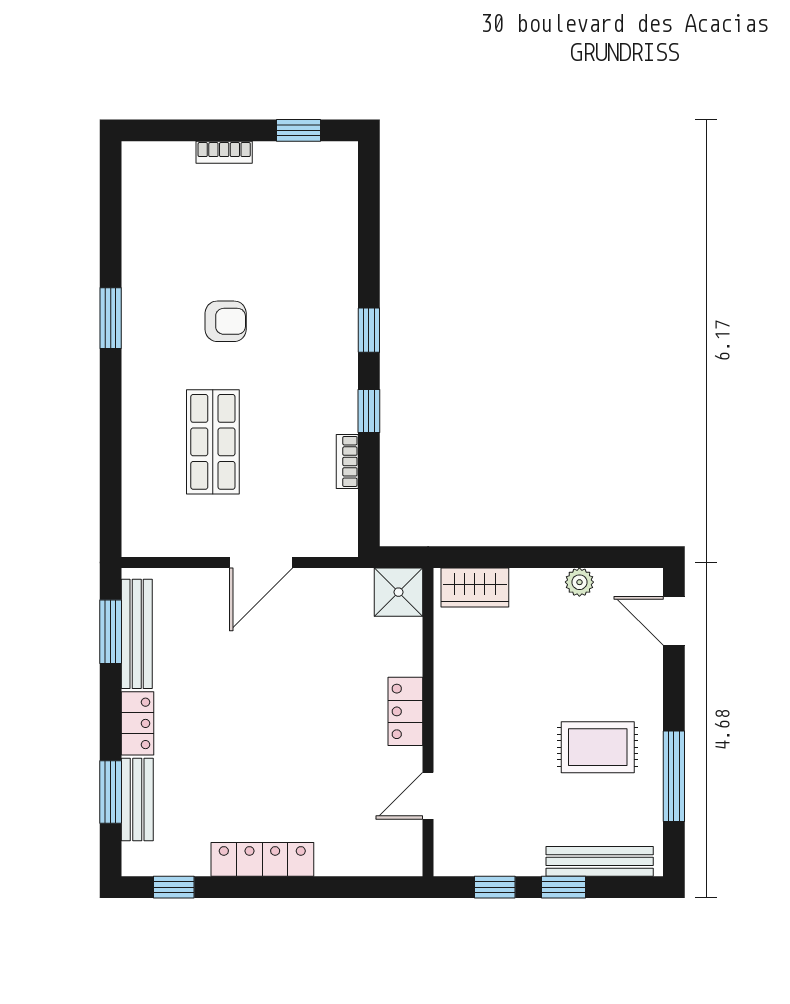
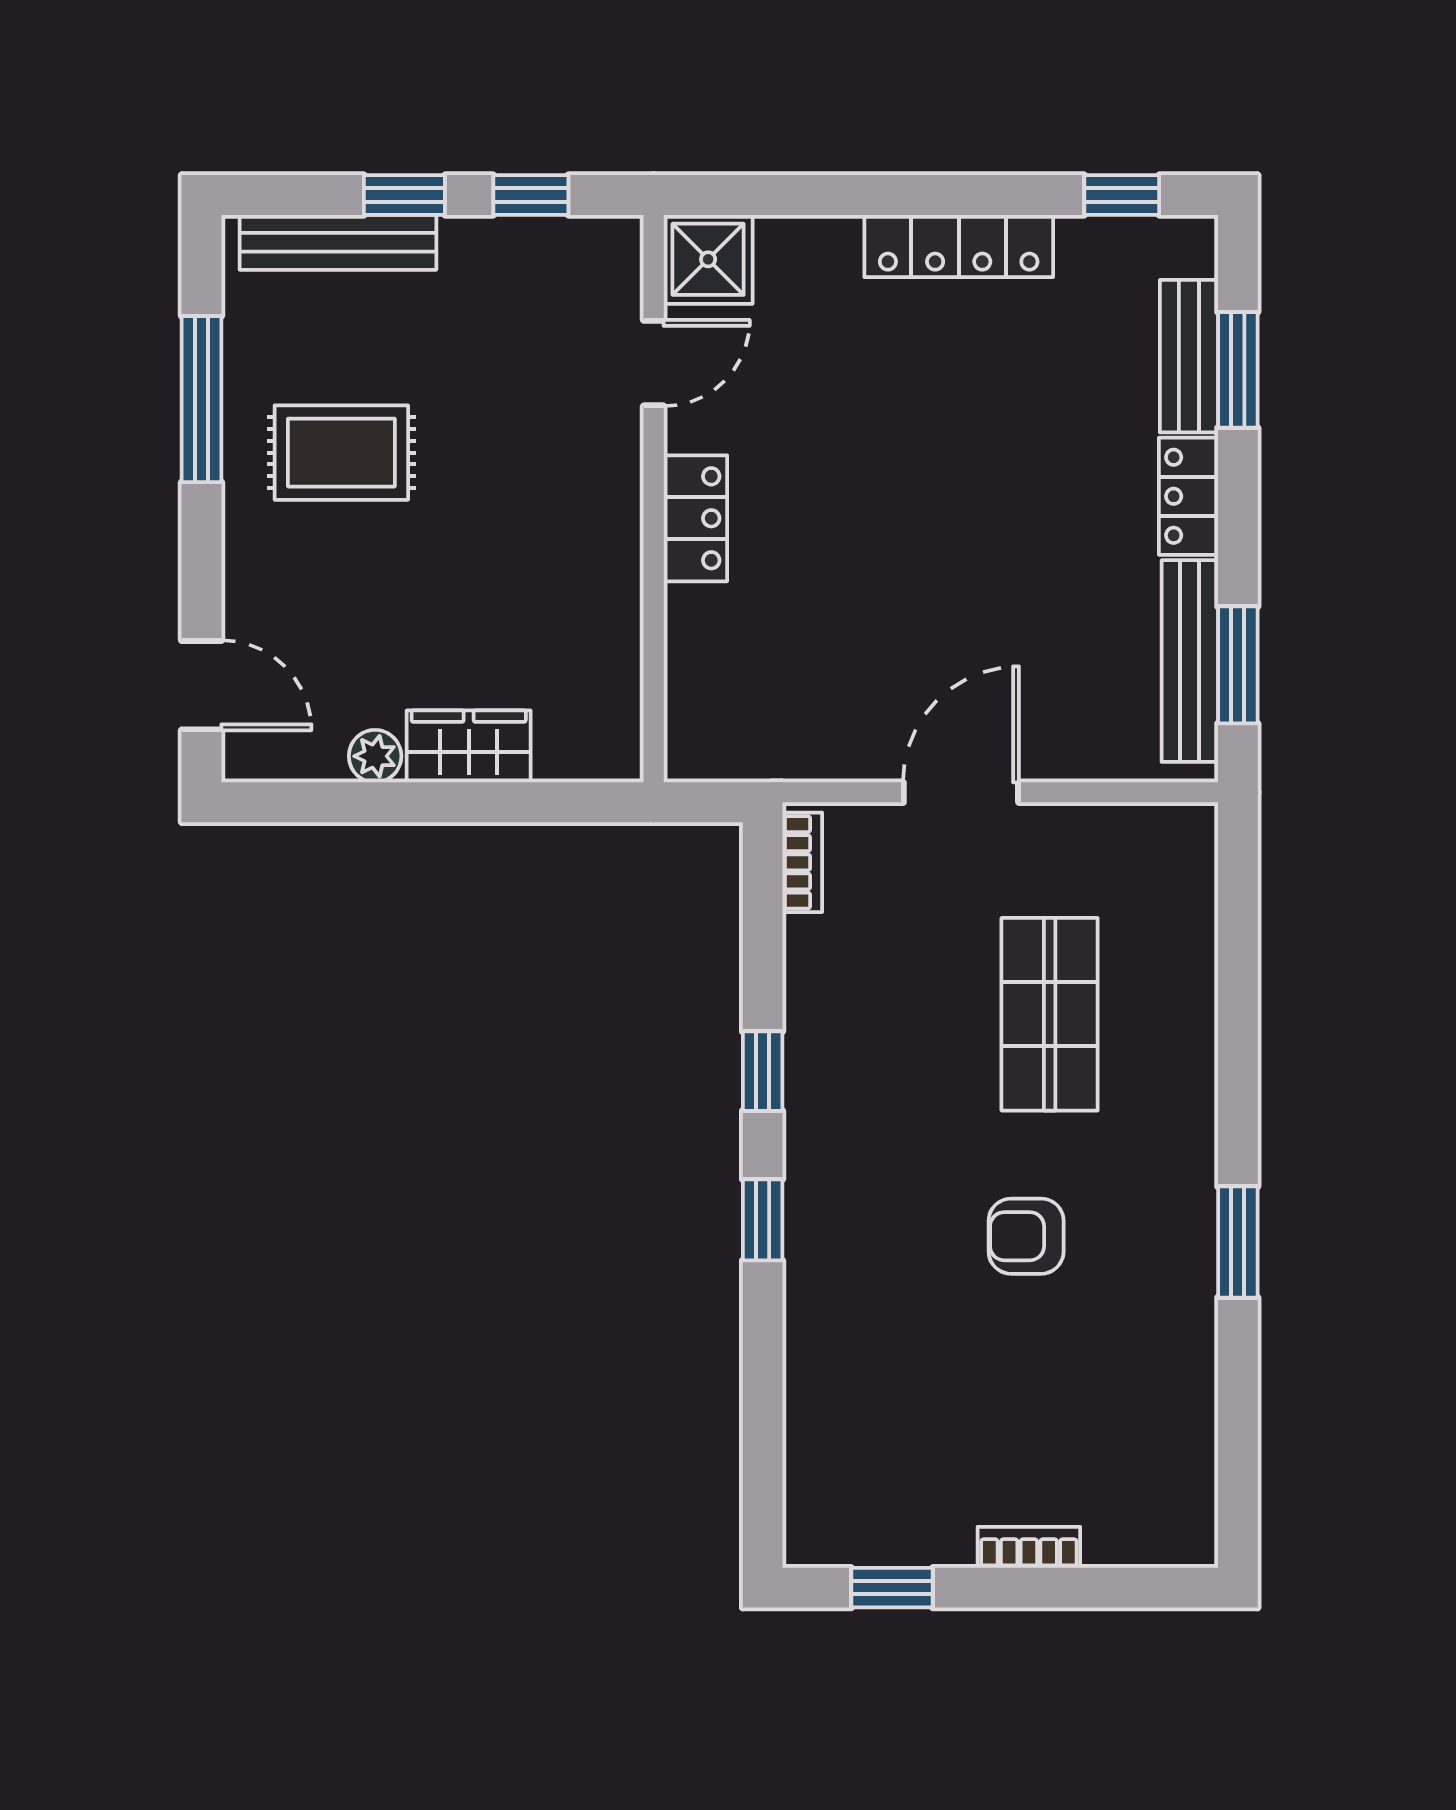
bookcase: (347, 461) -> (802, 862), moved
wardrobe: (475, 587) -> (469, 746), moved
shower: (398, 592) -> (708, 259), moved

